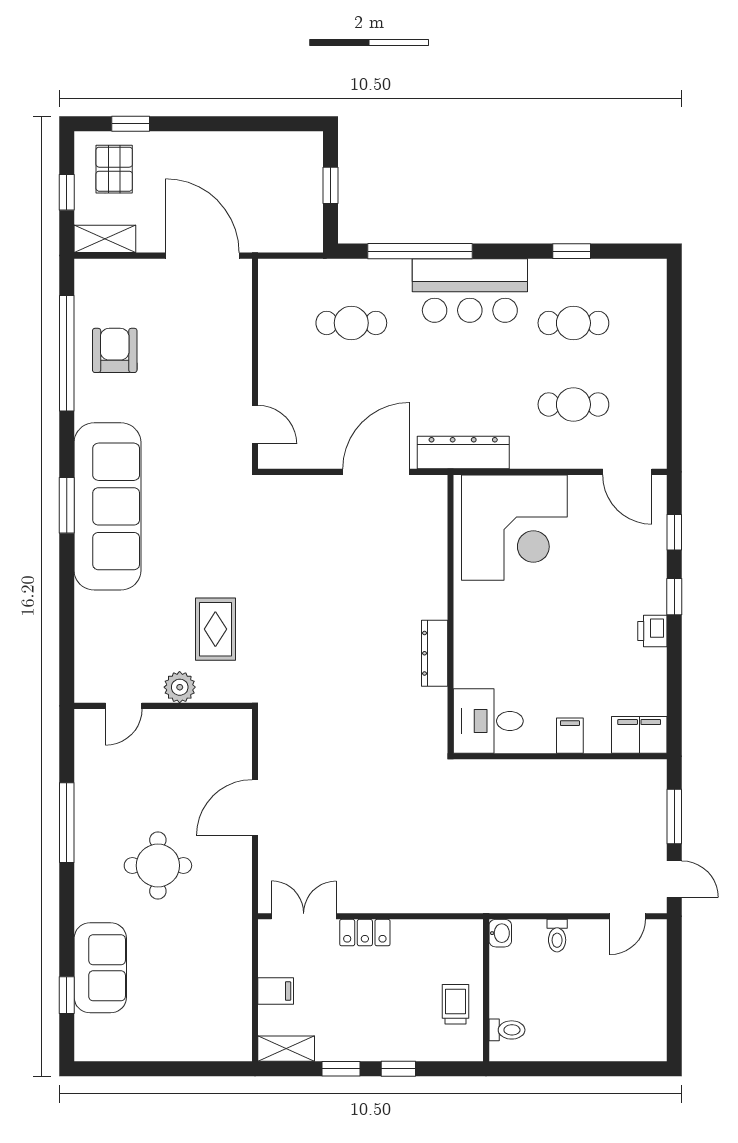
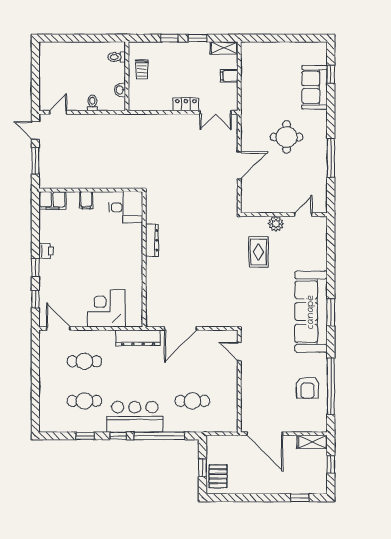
pallet: (114, 169) -> (218, 476), moved
window: (504, 251) -> (118, 436), added
corner desk: (514, 528) -> (106, 308), width x0.74, depth x0.74
washbasin: (500, 933) -> (120, 90), moved

